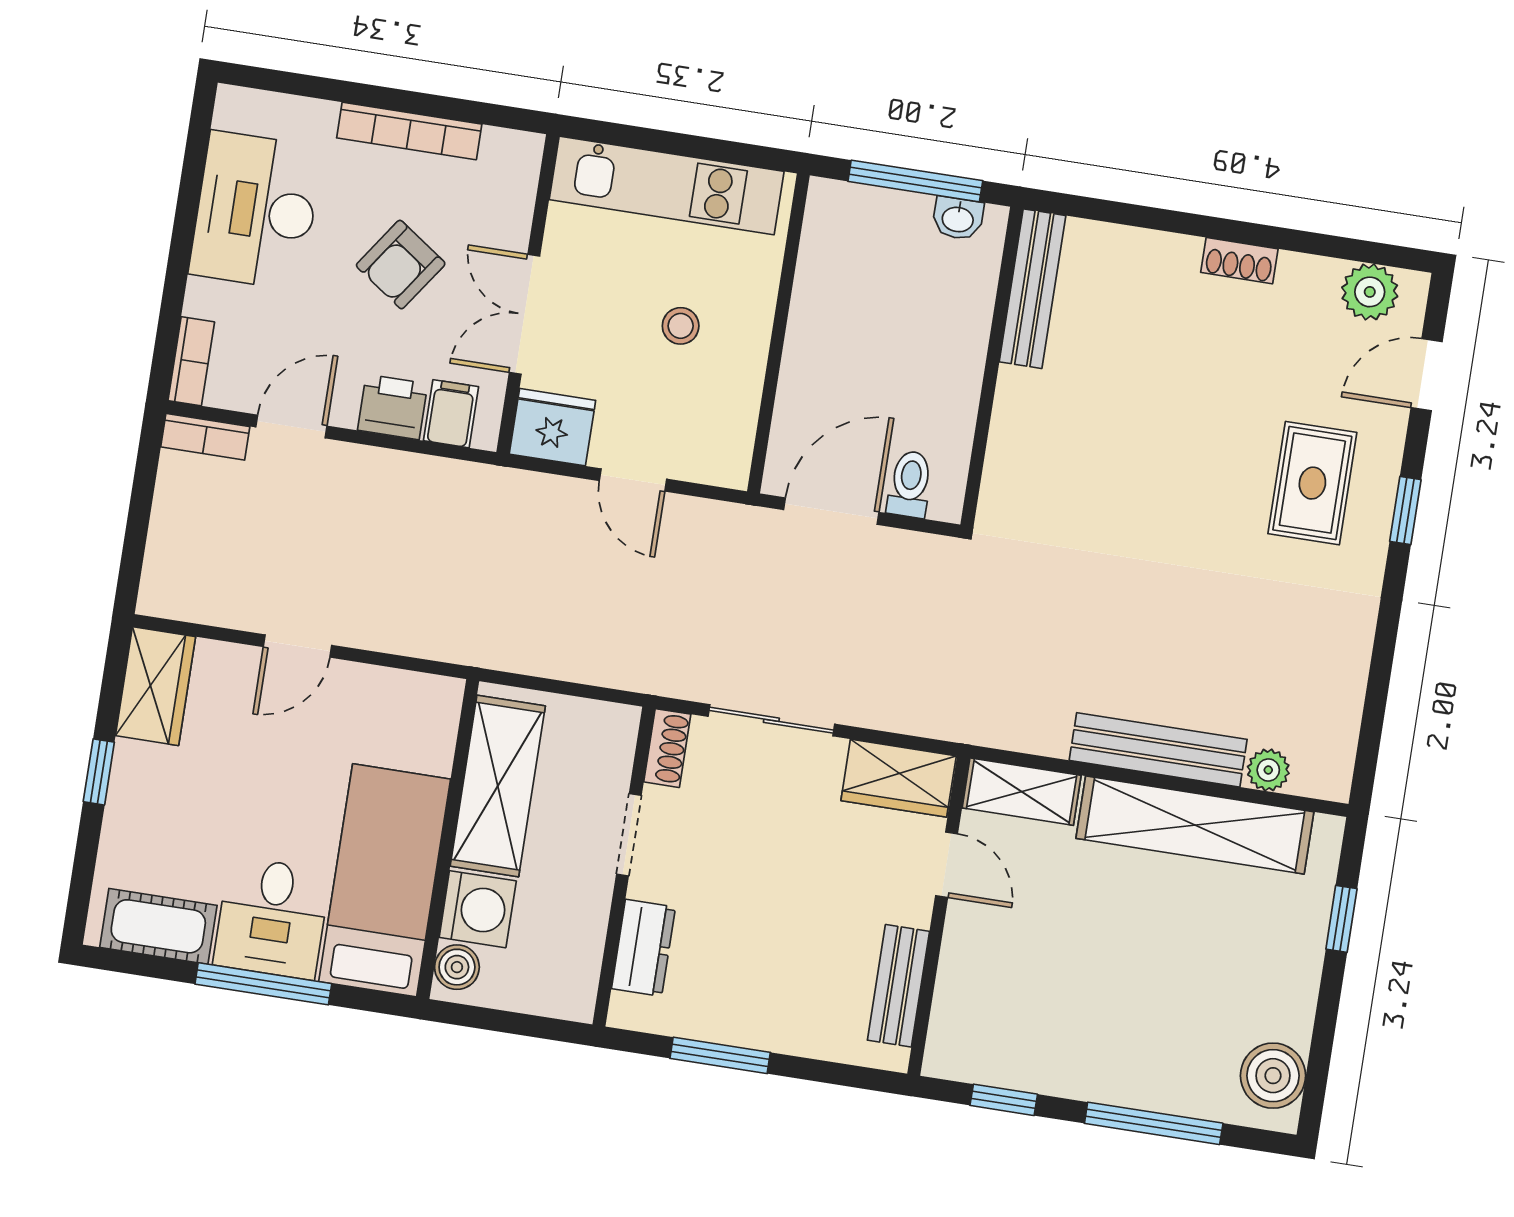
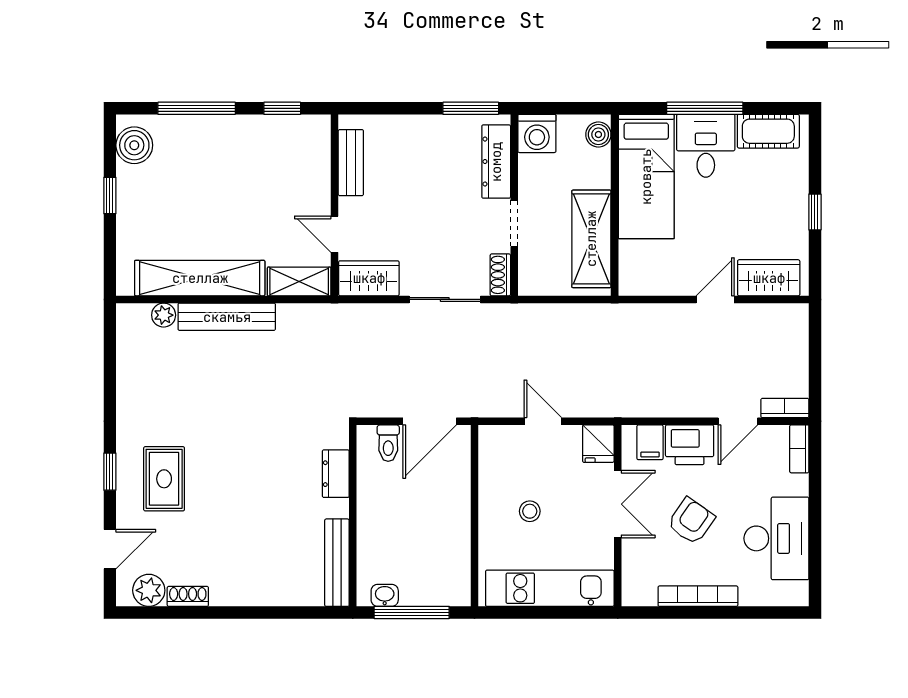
shoe rack: (1239, 261) -> (188, 596), moved
printer: (393, 407) -> (690, 445), width x1.36, depth x1.24
fridge: (552, 427) -> (598, 444), width x0.72
dresser: (1010, 445) -> (336, 474), added
wardrobe: (156, 686) -> (769, 278), moved, turned 90
washing machine: (478, 909) -> (537, 133), moved, turned -90
window: (1341, 919) -> (110, 195), moved
dresser: (643, 948) -> (496, 162), width x1.44
window: (720, 1055) -> (471, 108), moved

